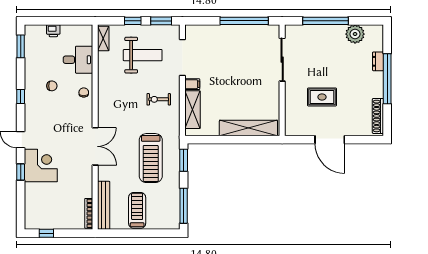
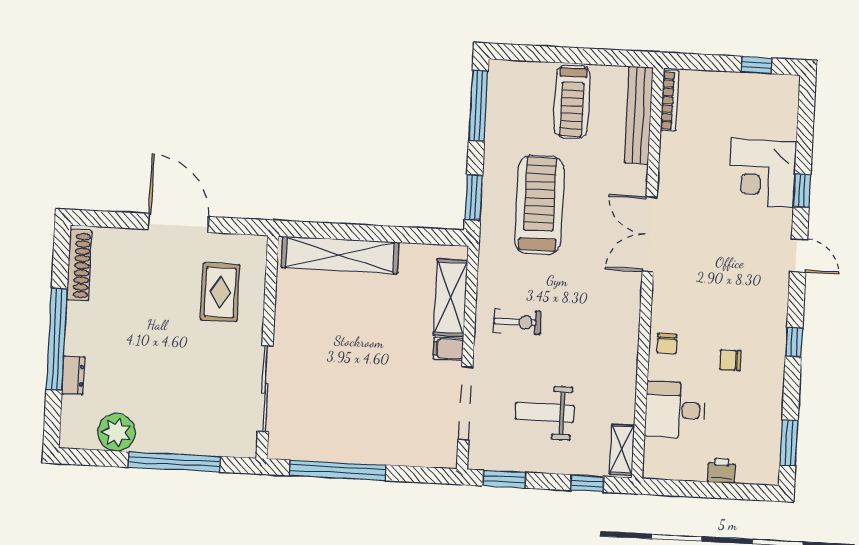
window: (133, 21) -> (587, 483), moved
weight bench: (143, 55) -> (545, 412), width x0.73, depth x0.75
rug: (322, 97) -> (220, 292), moved, turned 90
corner desk: (41, 165) -> (762, 173), moved

